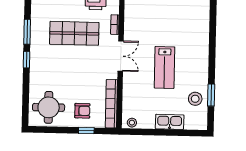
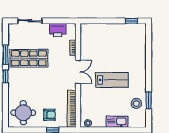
shop shelf: (74, 33) -> (29, 58), moved
lab bench: (164, 67) -> (112, 80), turned -90

